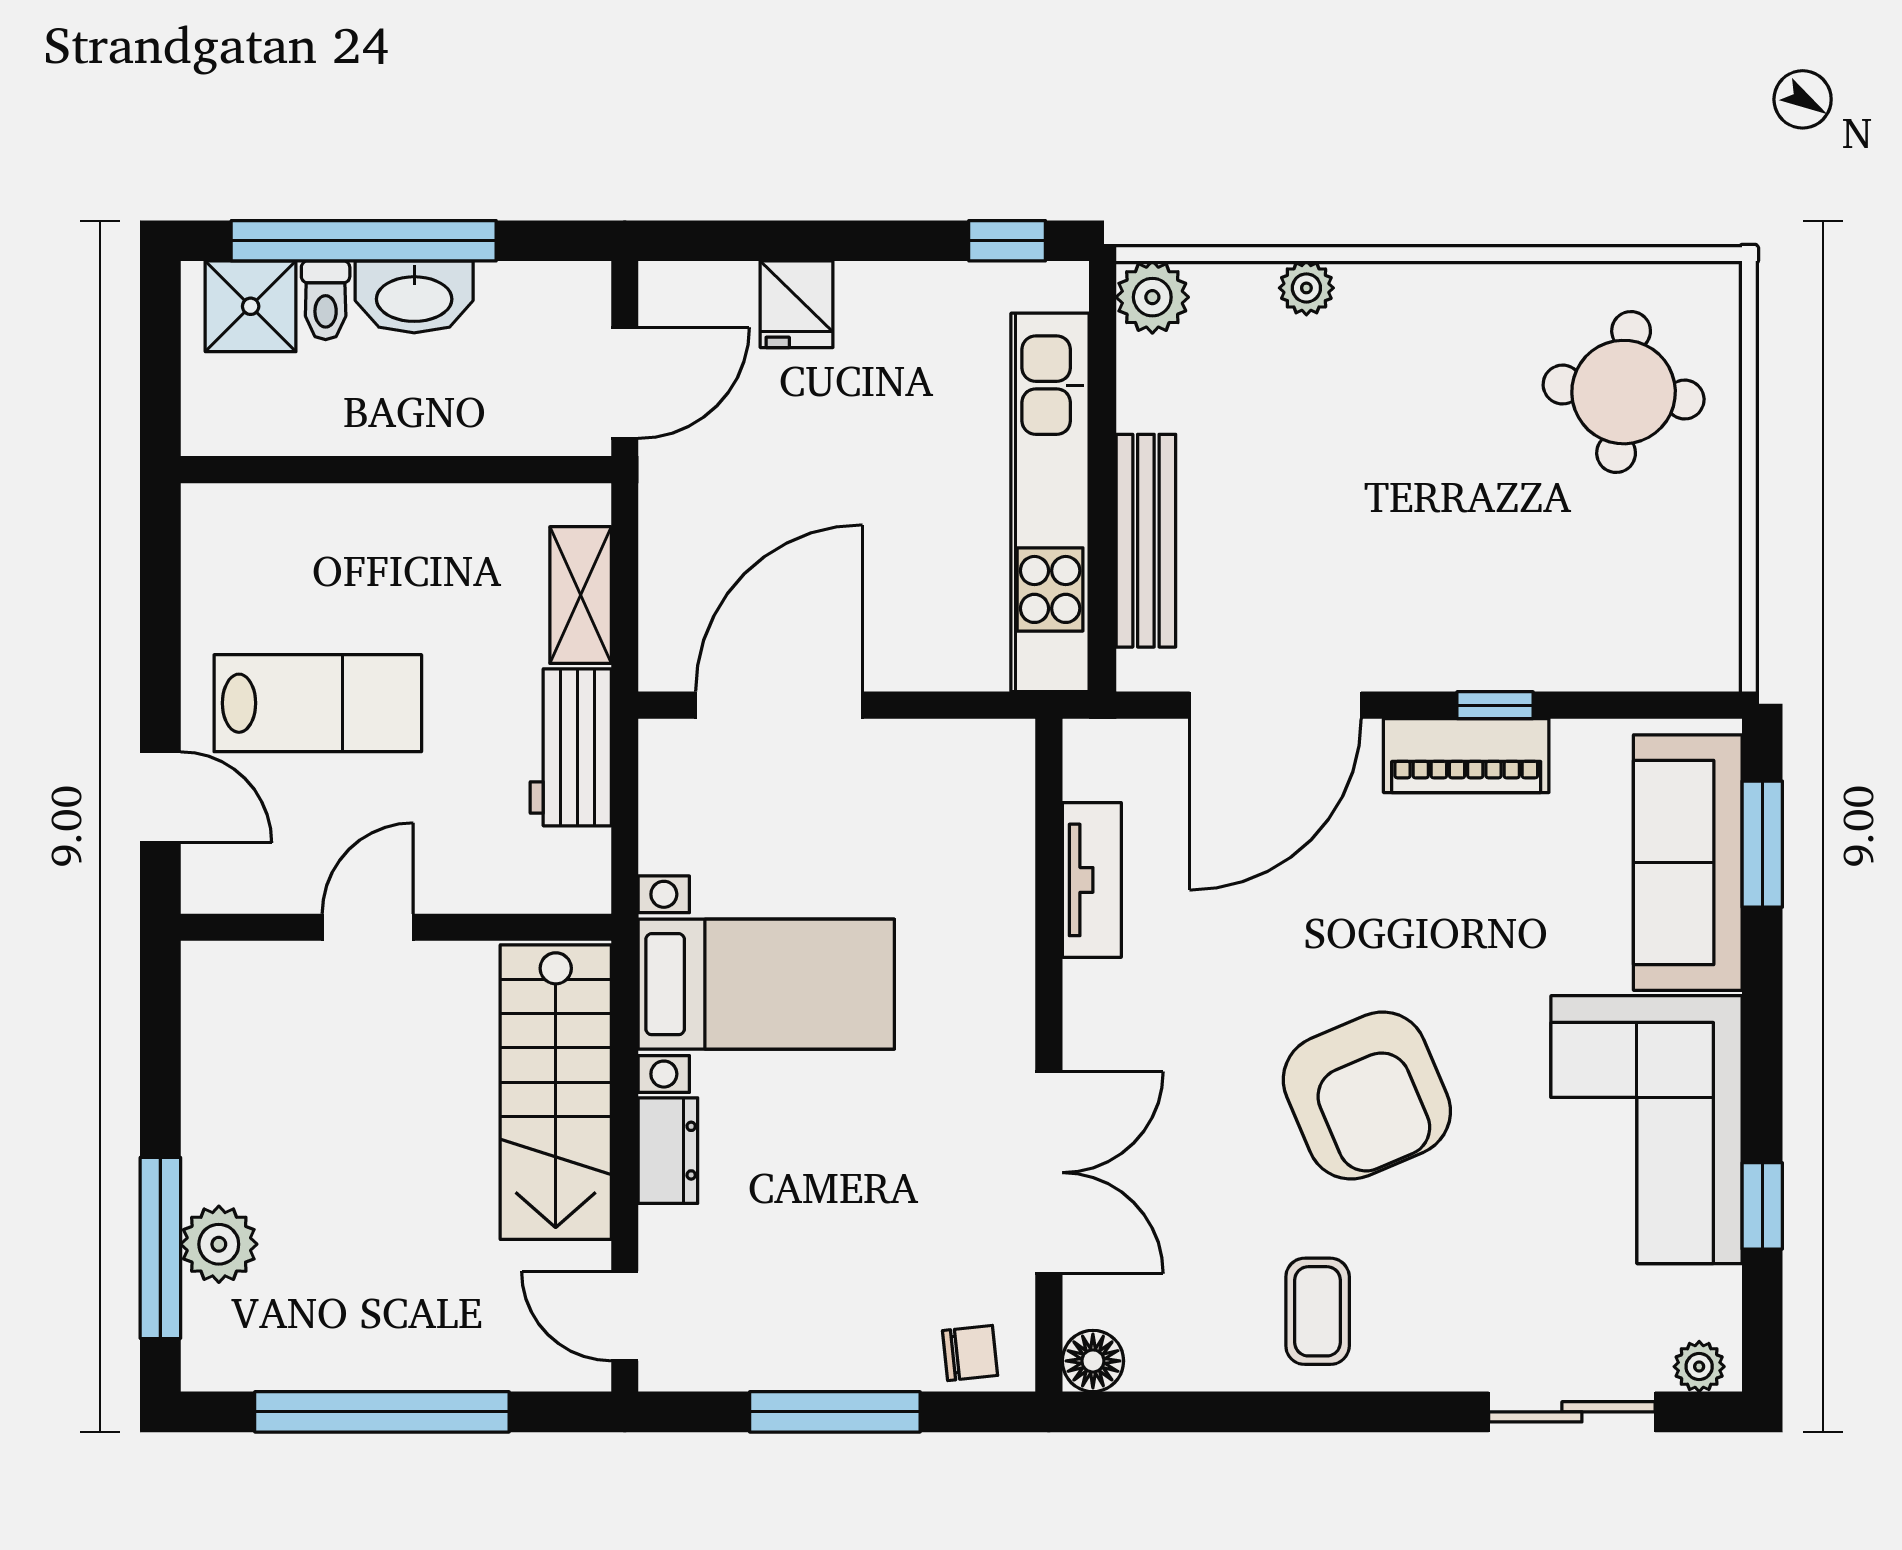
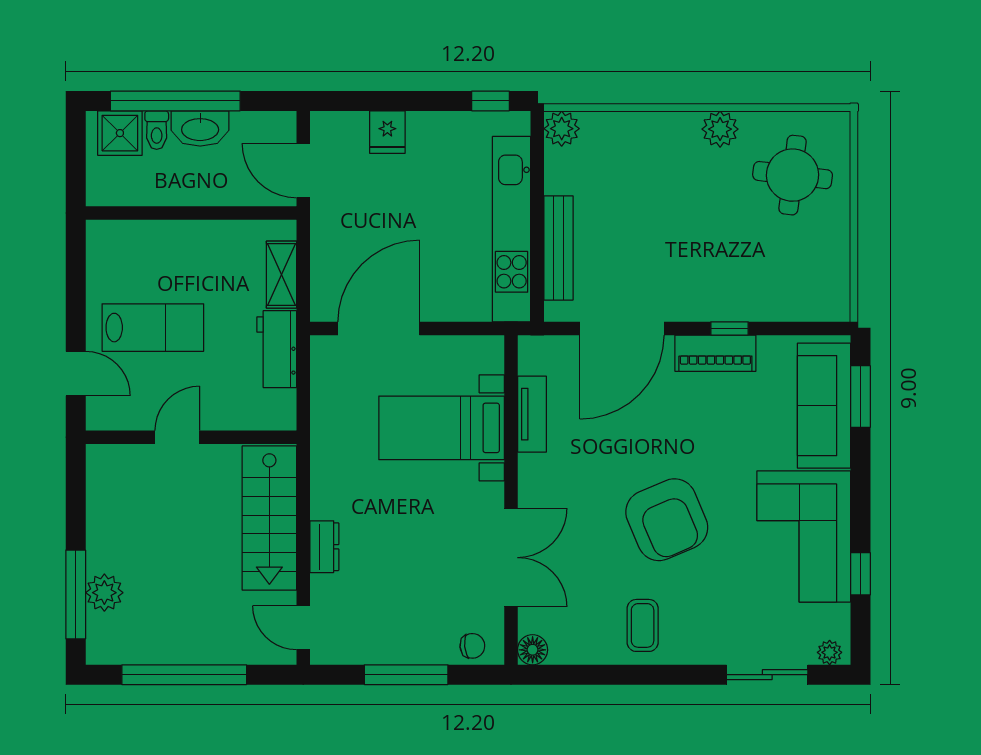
plant: (1306, 288) -> (720, 129), moved, width x1.38, depth x1.38
door: (625, 383) -> (303, 171), swing flipped
bed with nightstands: (766, 984) -> (442, 428), moved, turned 180

